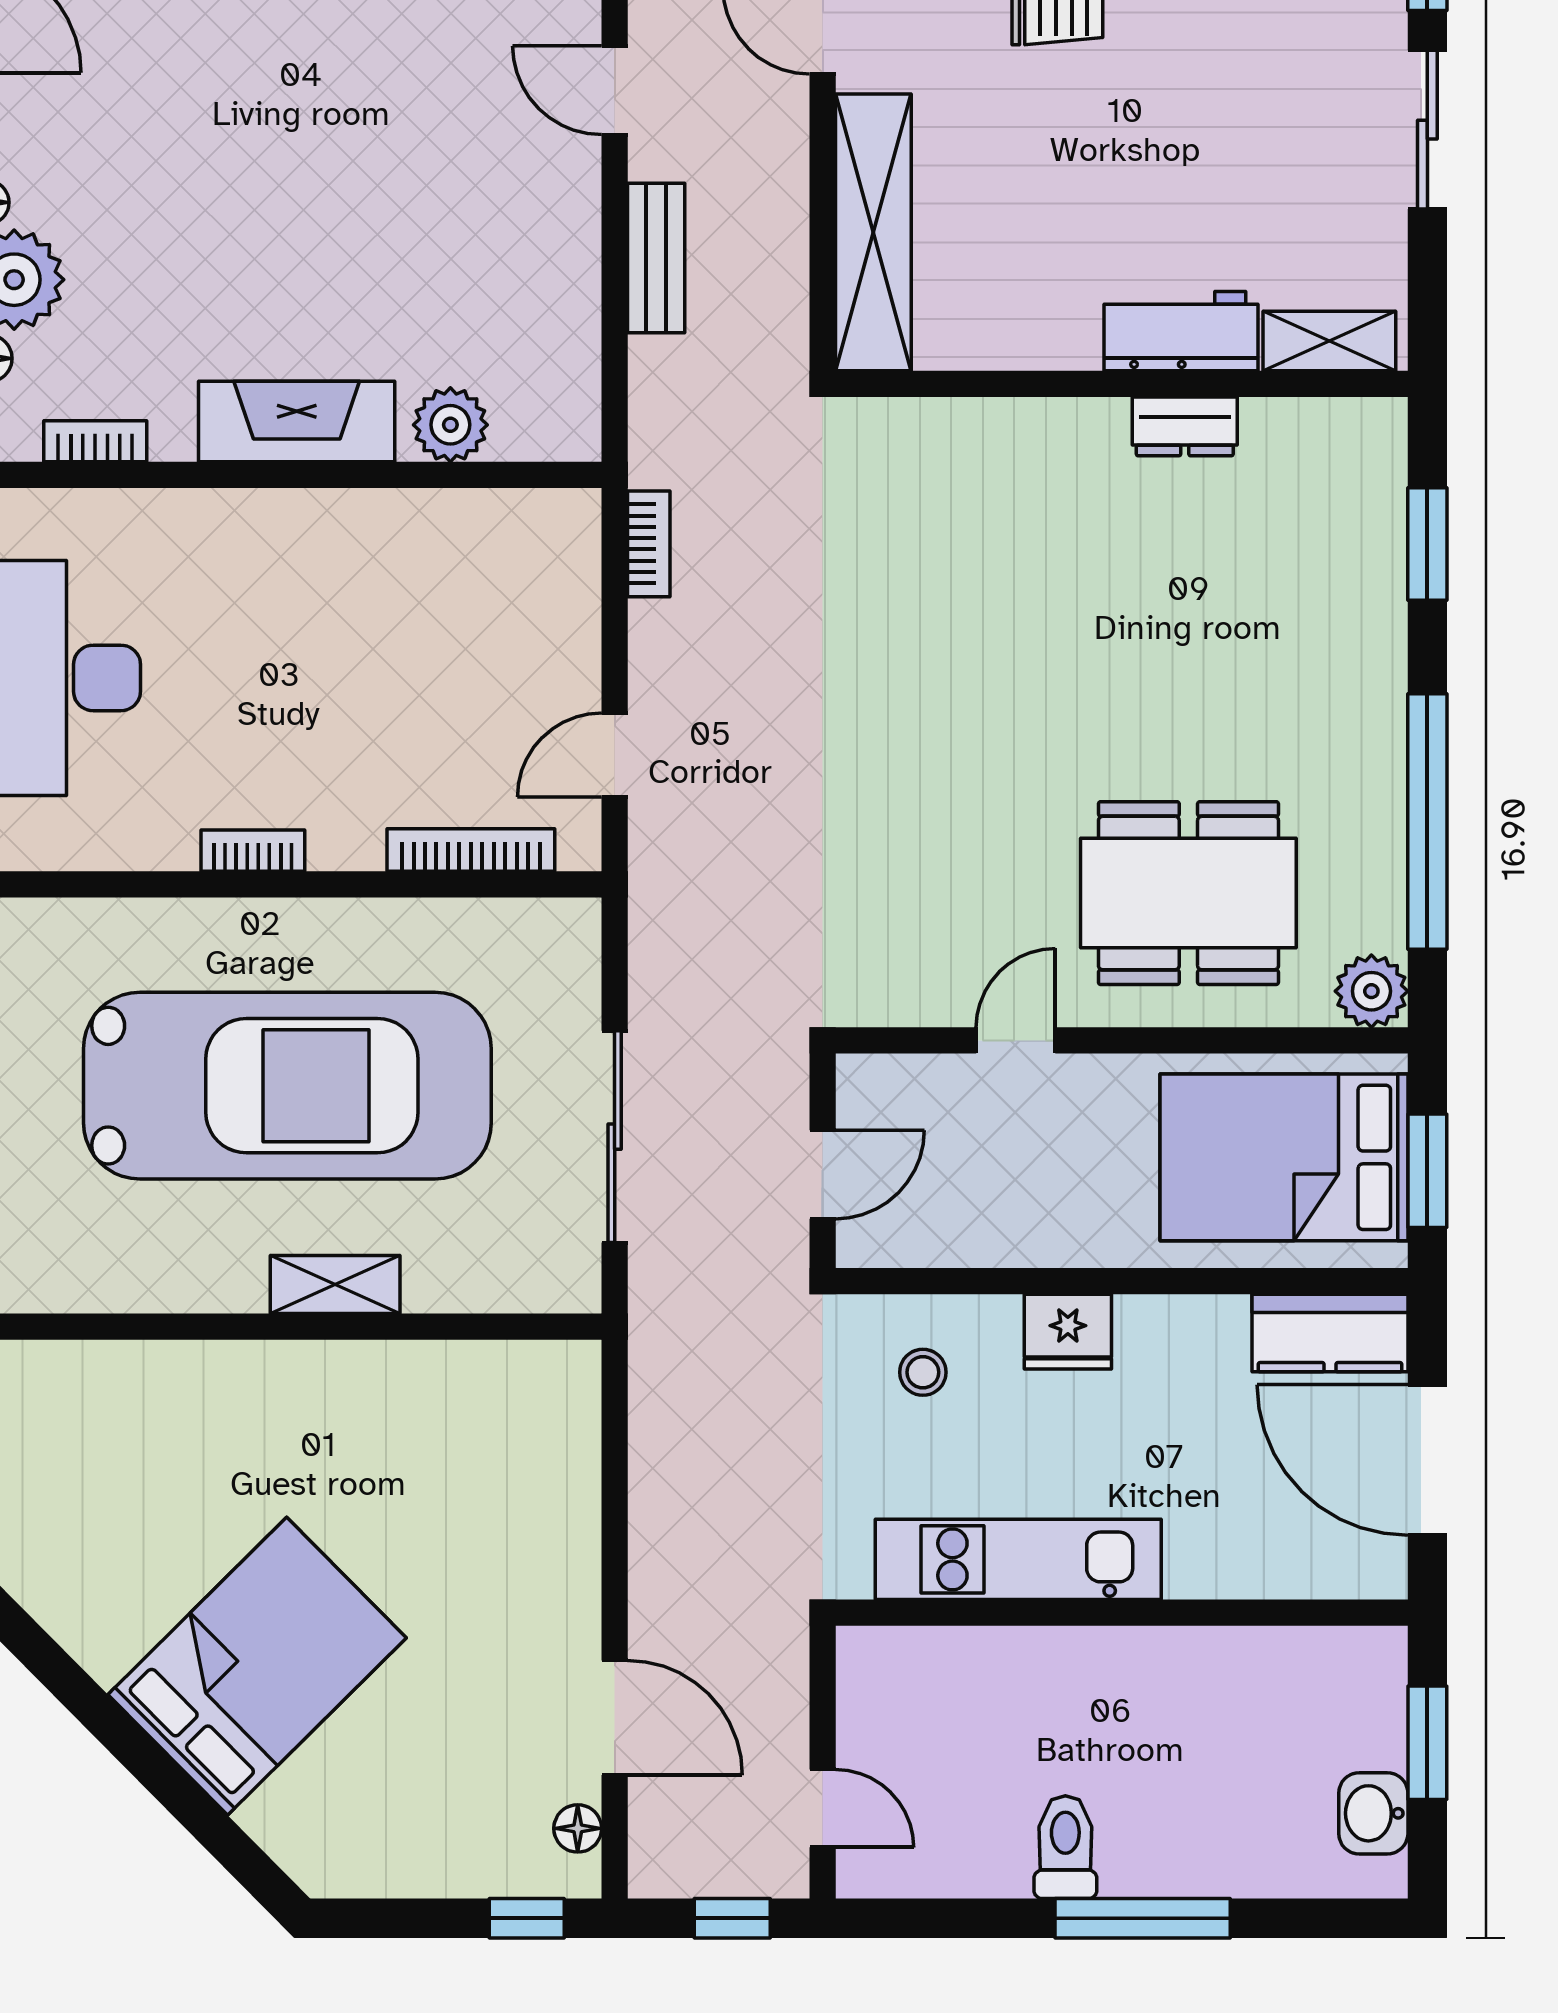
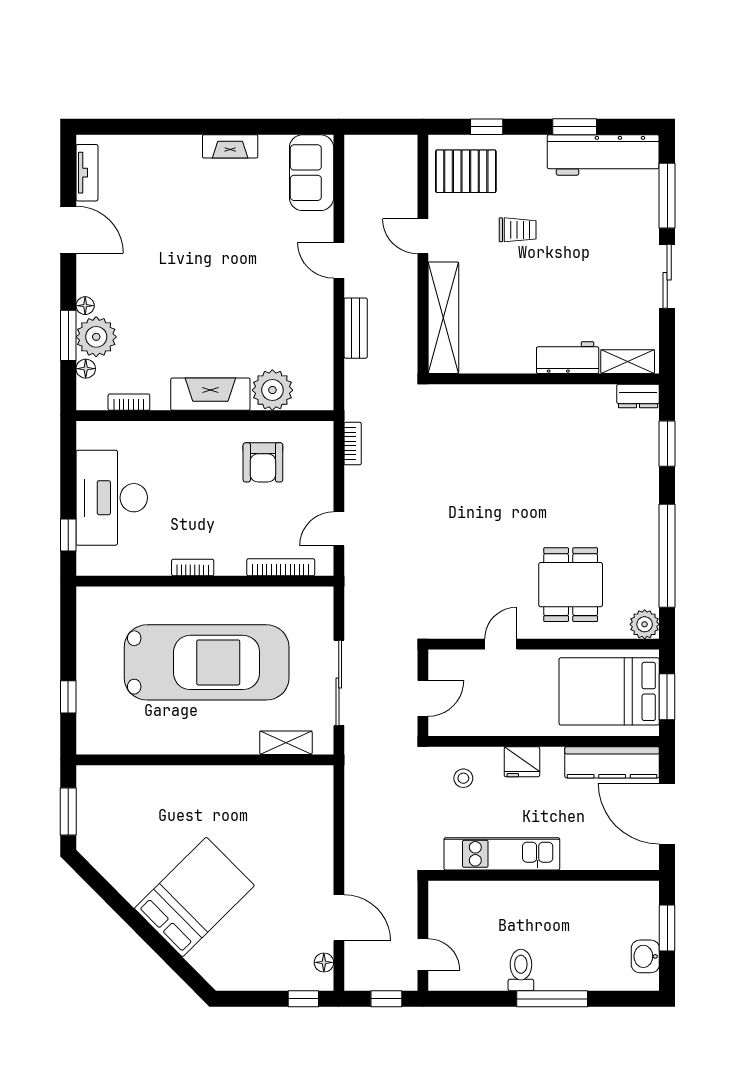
plant: (450, 425) -> (272, 390), width x1.36, depth x1.36
dresser: (1185, 426) -> (638, 396), moved
armchair: (427, 590) -> (263, 462), added
dining table: (1188, 893) -> (571, 585), width x0.73
shelving: (335, 1284) -> (286, 743), moved
kitchen counter: (1330, 1333) -> (612, 762), width x1.50

